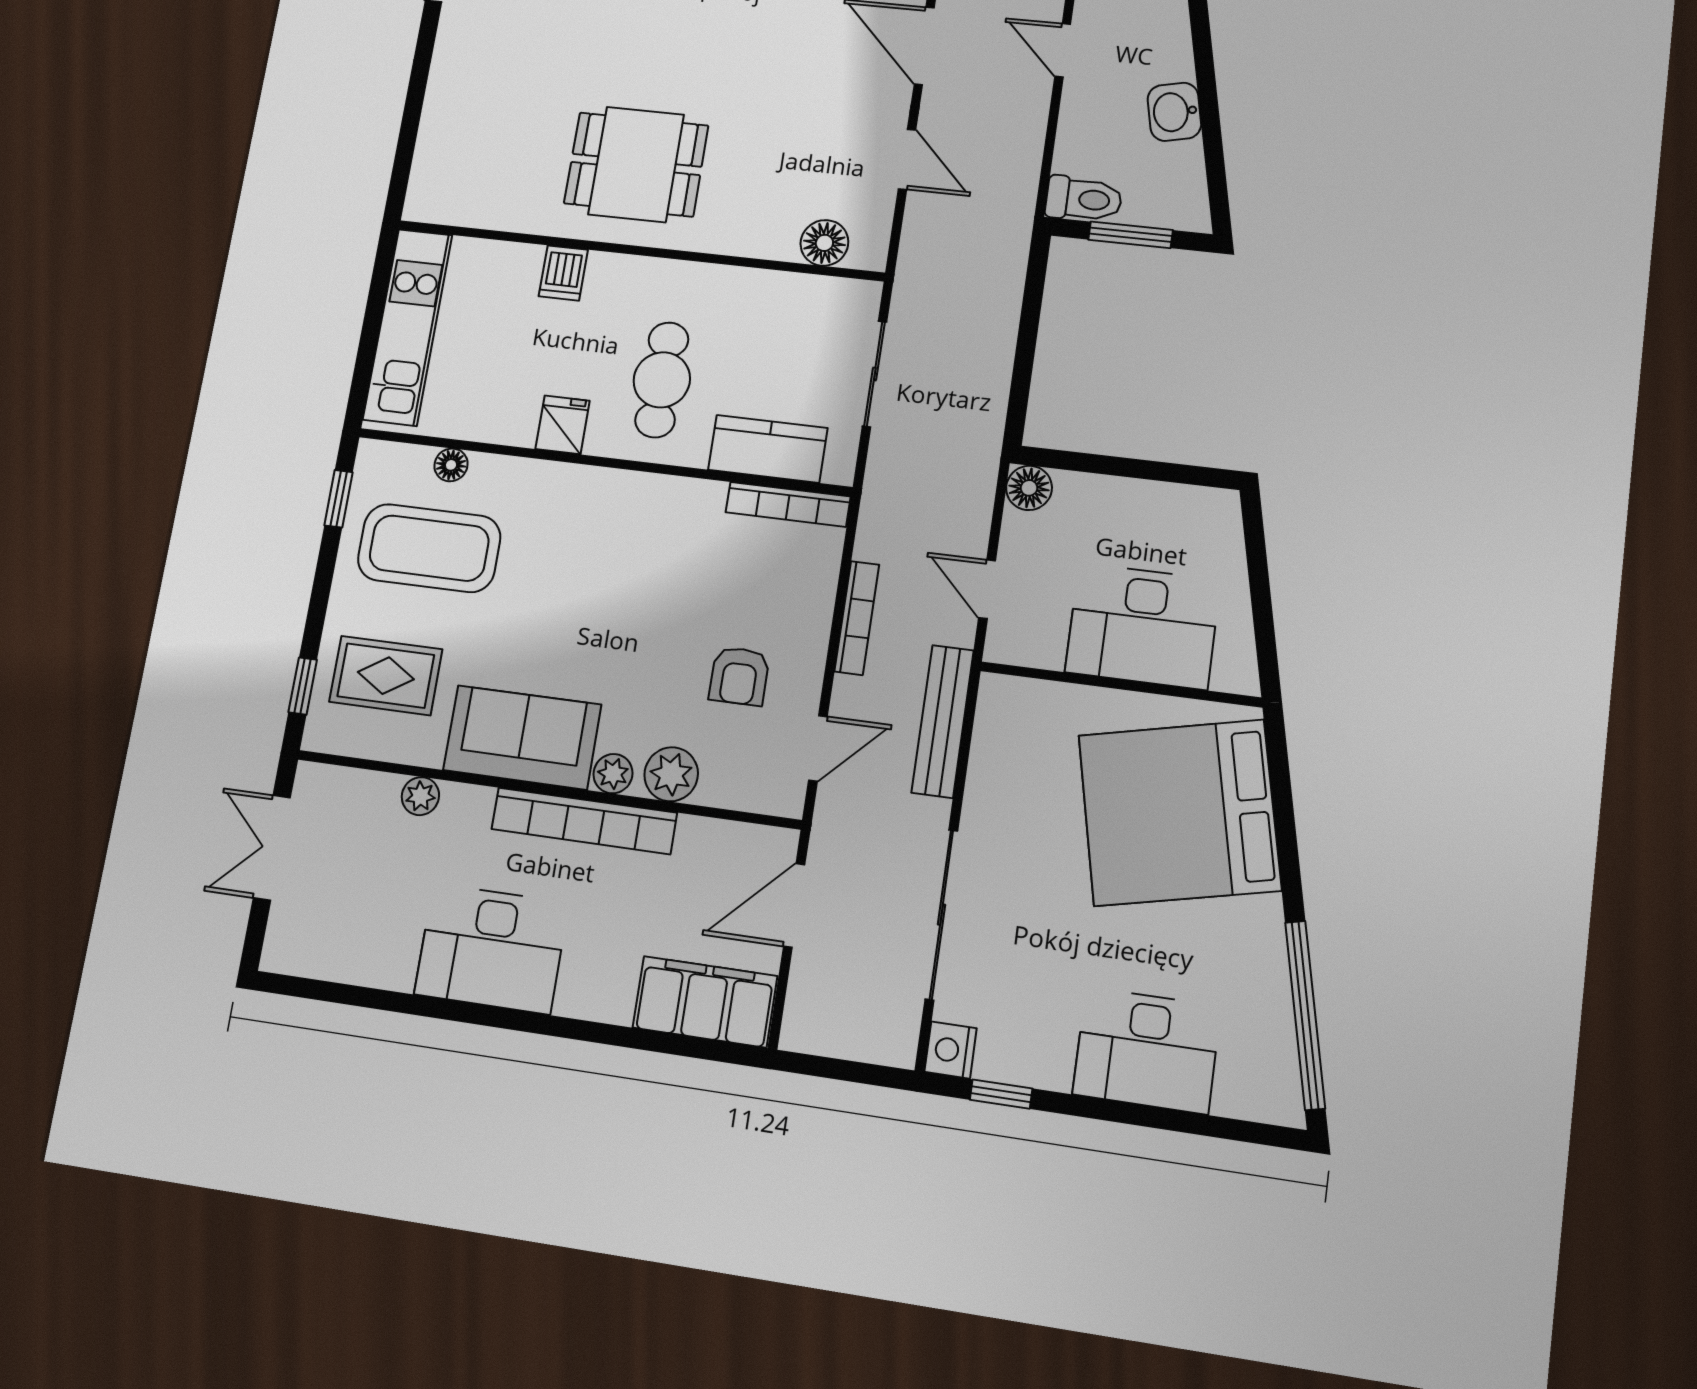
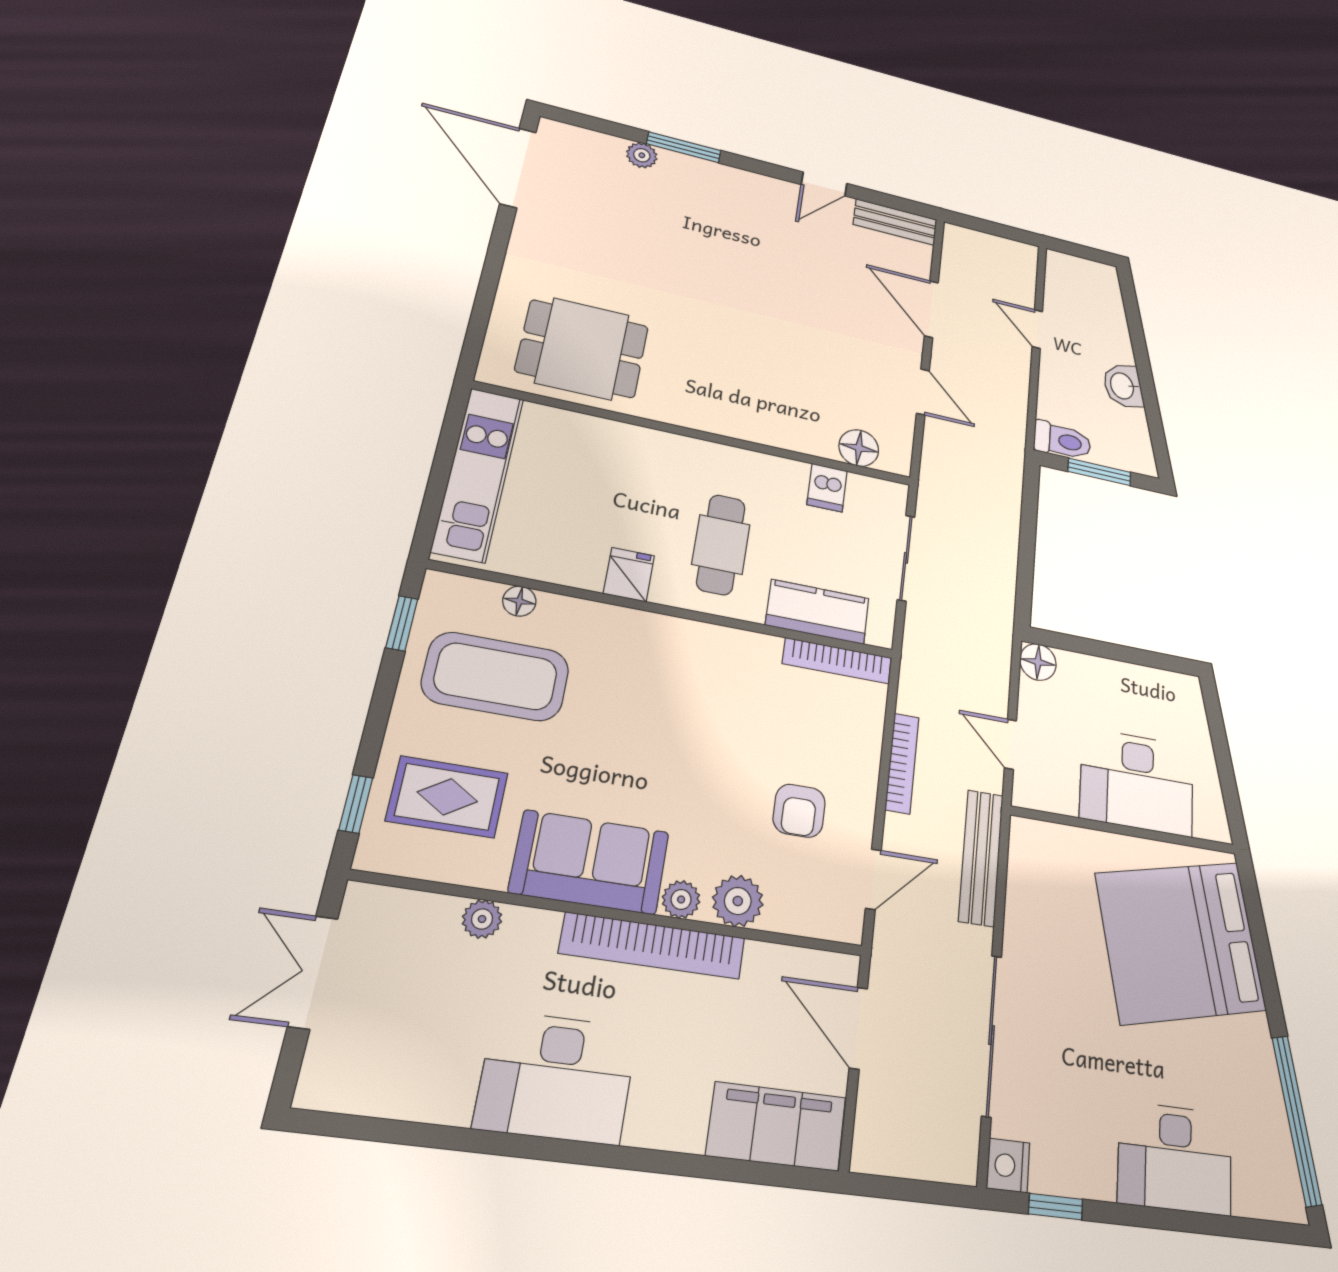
dining table: (636, 164) -> (582, 349), moved
dishwasher: (563, 273) -> (827, 488), moved
door: (794, 905) -> (858, 1028), hinge flipped

